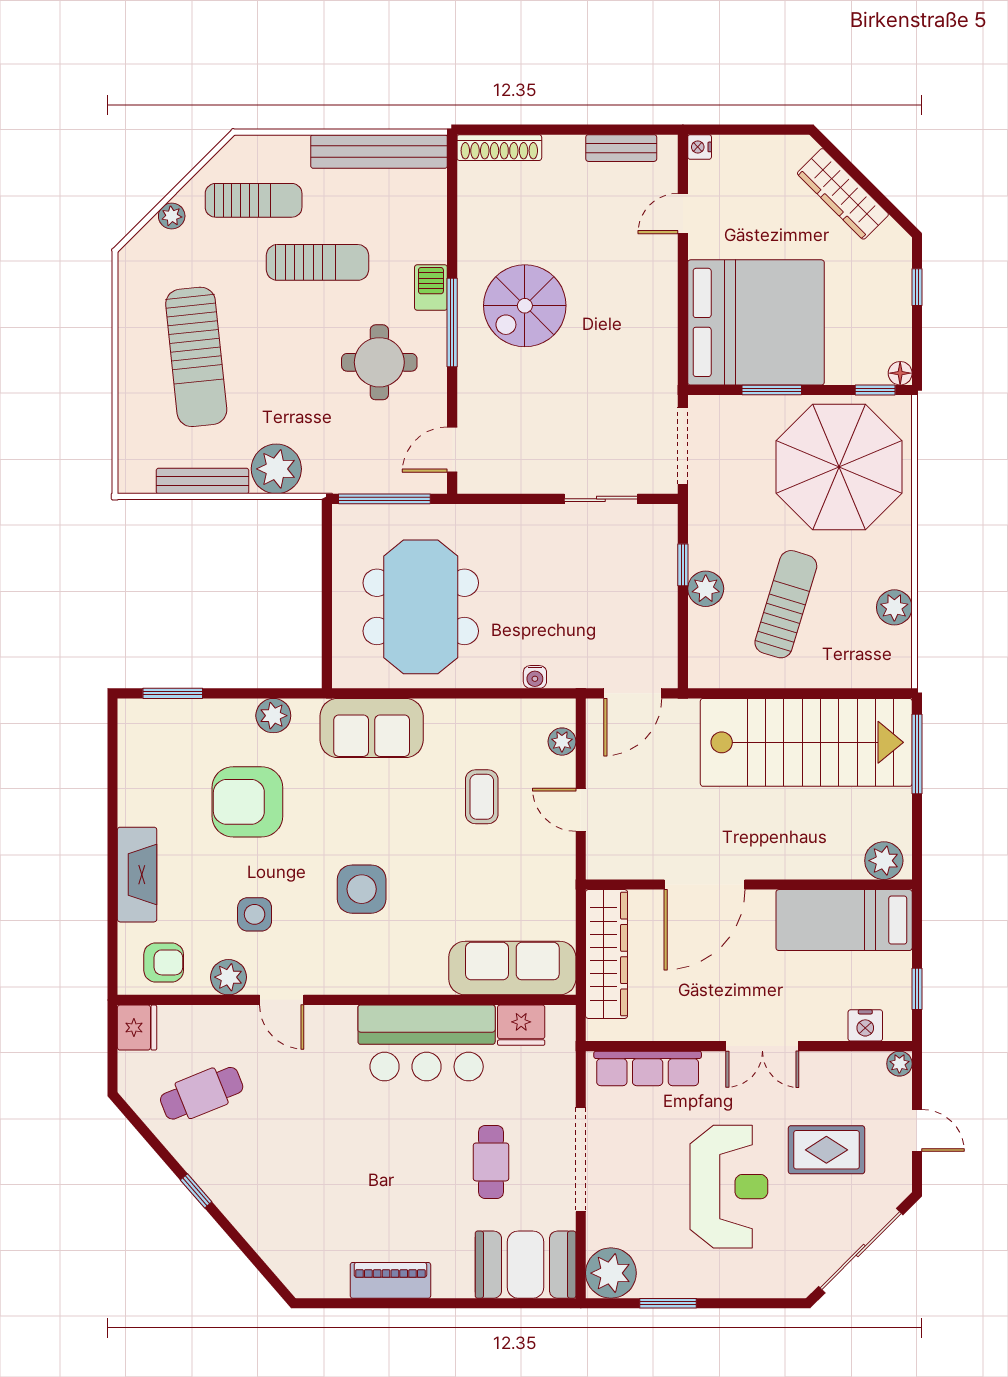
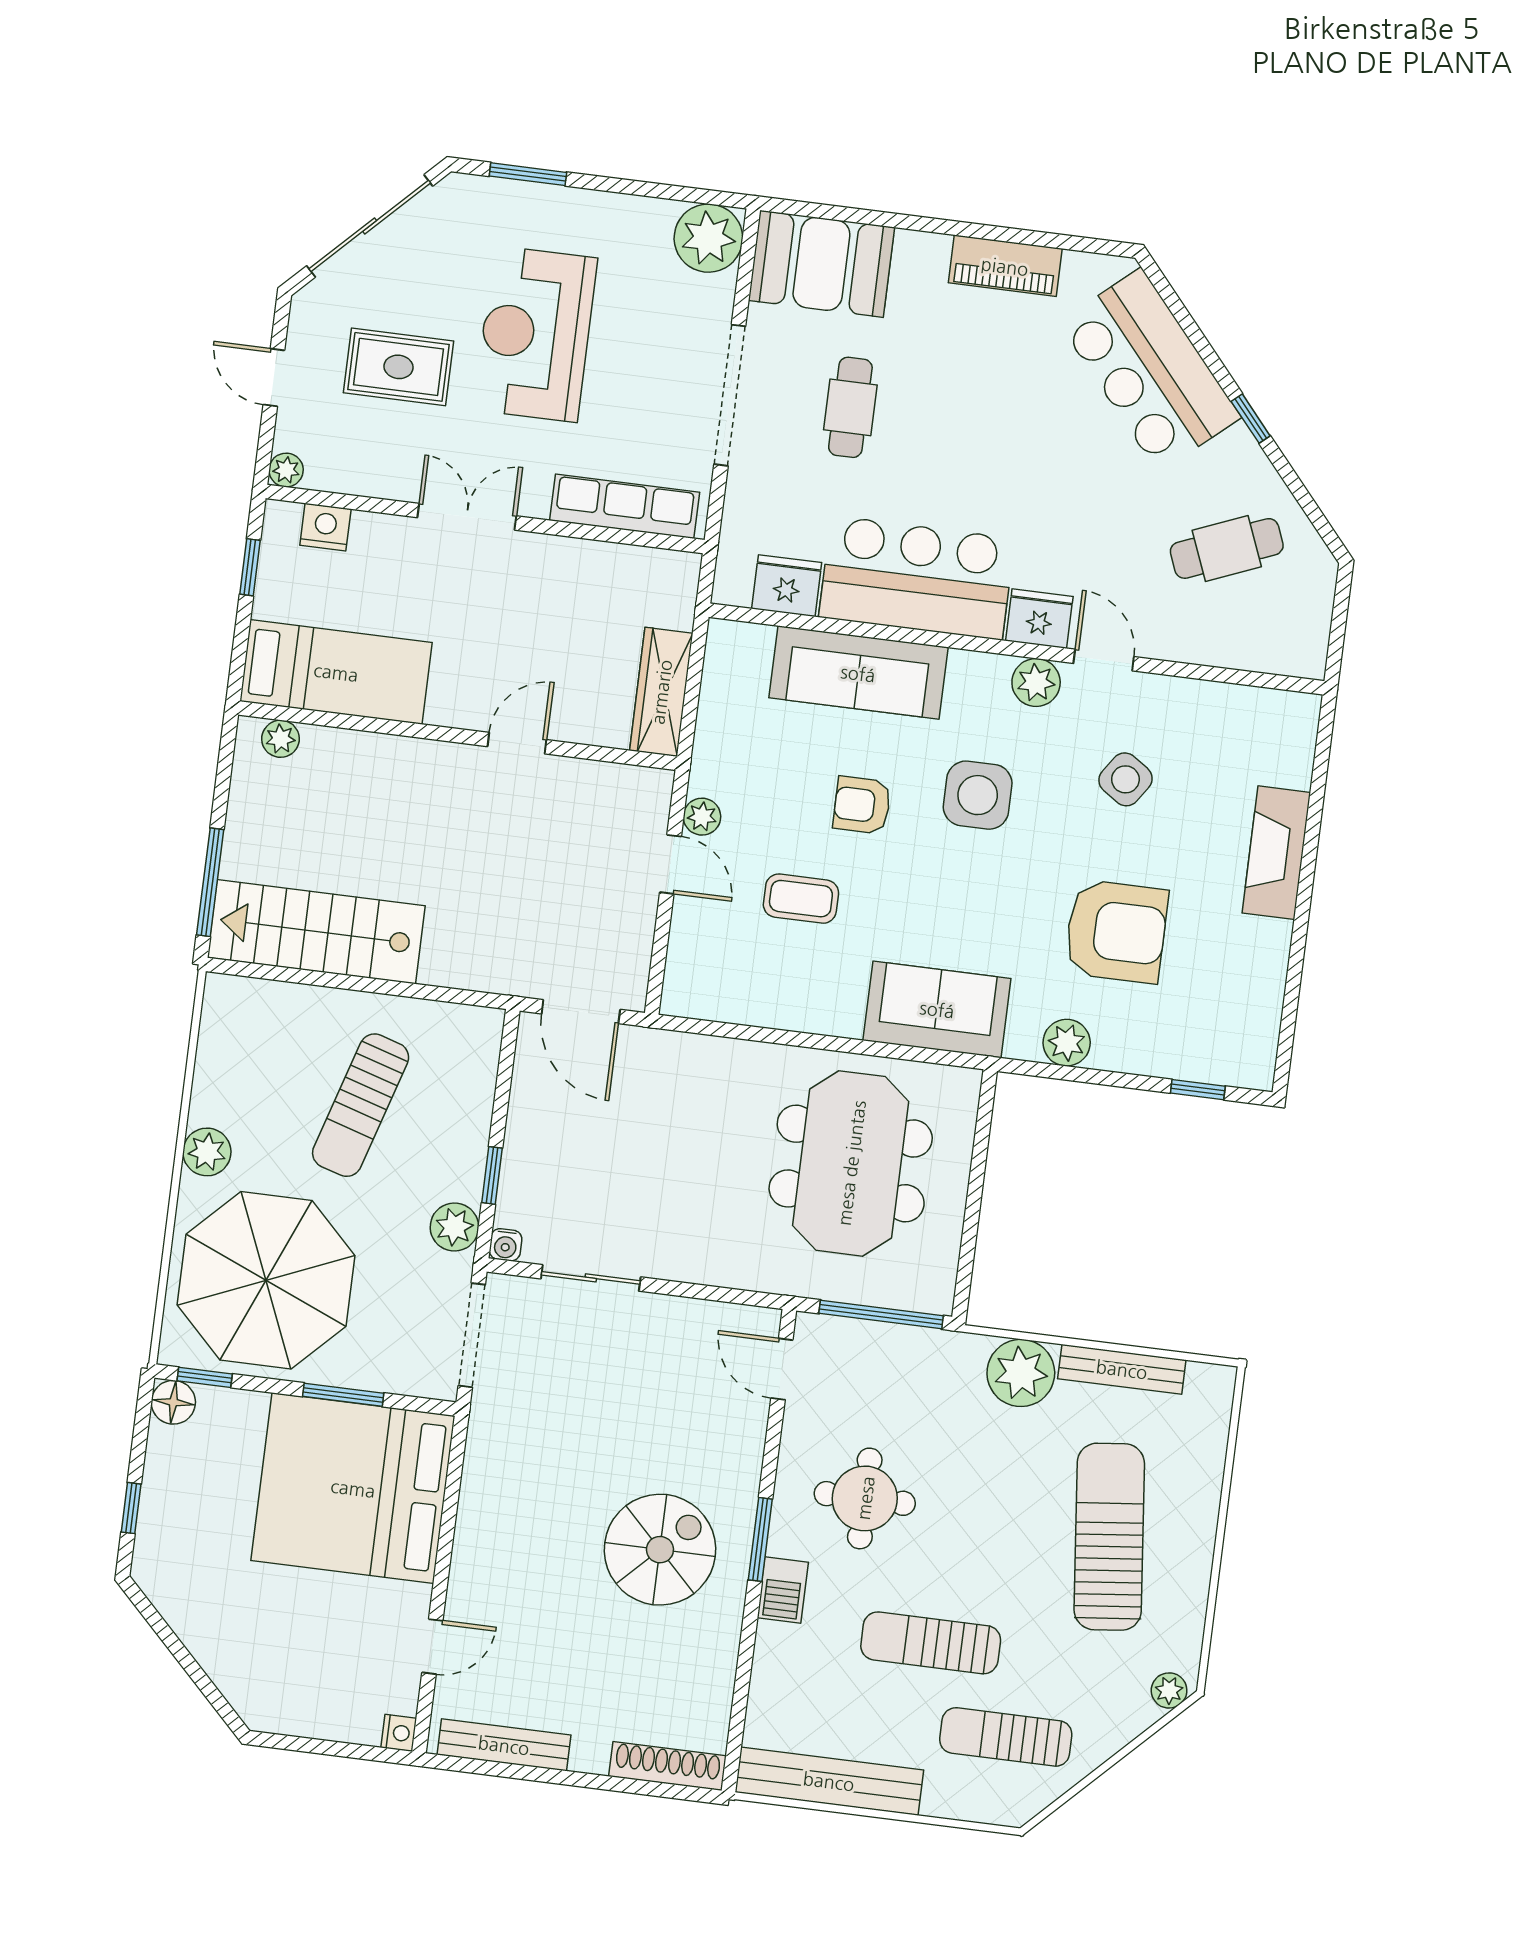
bench: (621, 148) -> (504, 1745), width x1.36
wardrobe: (843, 194) -> (215, 1646), removed
plant: (172, 216) -> (1169, 1690), moved
window: (452, 323) -> (760, 1539), width x0.69
floor lamp: (900, 373) -> (173, 1402), width x1.37, depth x1.37
door: (452, 450) -> (782, 1369), swing flipped
plant: (706, 589) -> (454, 1227), moved
plant: (894, 607) -> (207, 1152), moved
water cooler: (535, 677) -> (506, 1245), moved, turned 180
window: (173, 693) -> (1198, 1090), width x0.67
door: (633, 693) -> (581, 1012), swing flipped
plant: (562, 742) -> (702, 817), moved
stairs: (806, 742) -> (316, 932), width x0.73, depth x0.66
coffee table: (482, 797) -> (801, 899), turned 90
plant: (884, 861) -> (280, 739), width x0.73, depth x0.73
door: (705, 885) -> (517, 743), width x0.53
side table: (255, 914) -> (1125, 779), turned 34
wardrobe: (607, 954) -> (661, 692), width x0.71, depth x0.85
armchair: (164, 962) -> (862, 805), moved
sofa: (512, 968) -> (858, 673), moved
plant: (228, 977) -> (1036, 682), moved
fridge: (137, 1028) -> (1039, 619), moved, turned 90
bar counter: (275, 1217) -> (1150, 370), added
window: (668, 1303) -> (528, 174), moved

